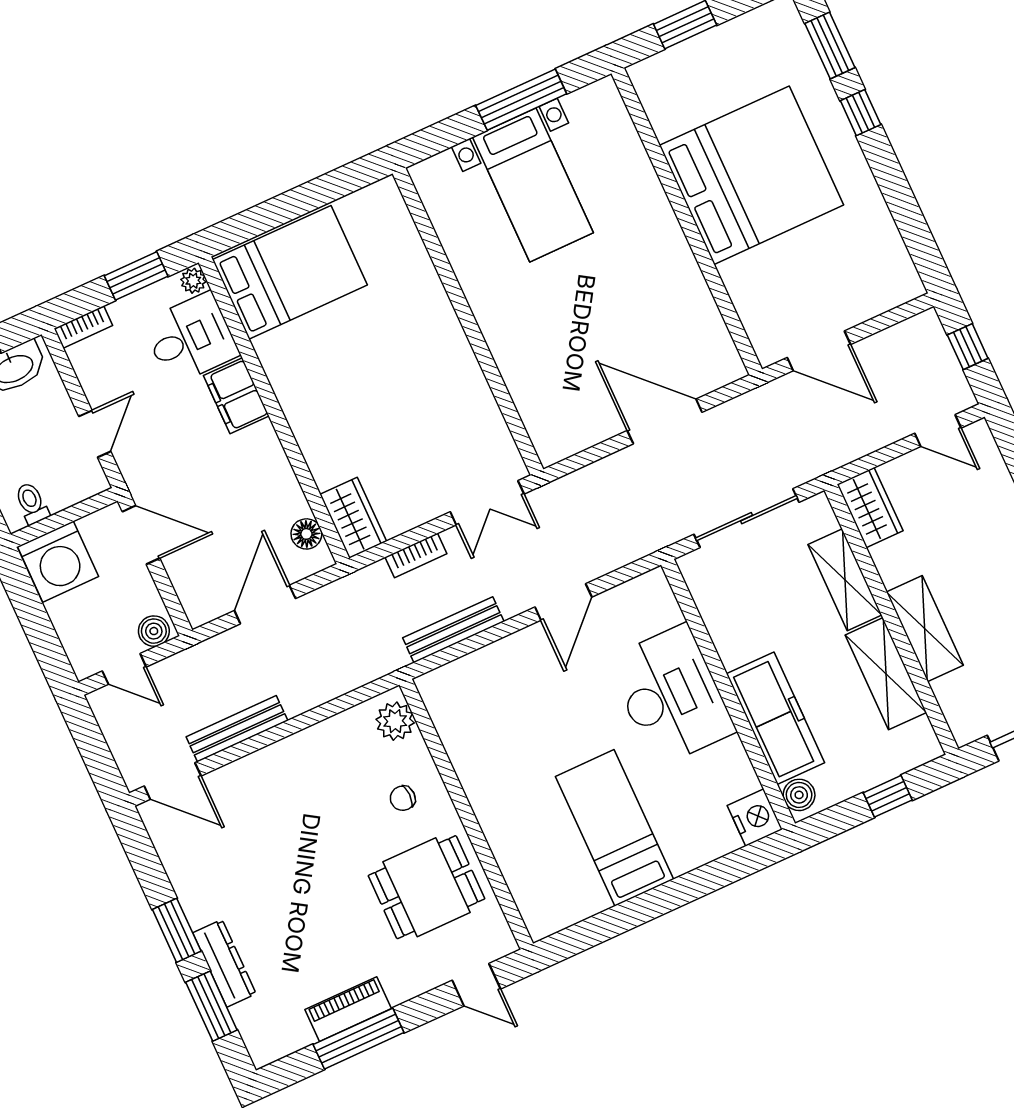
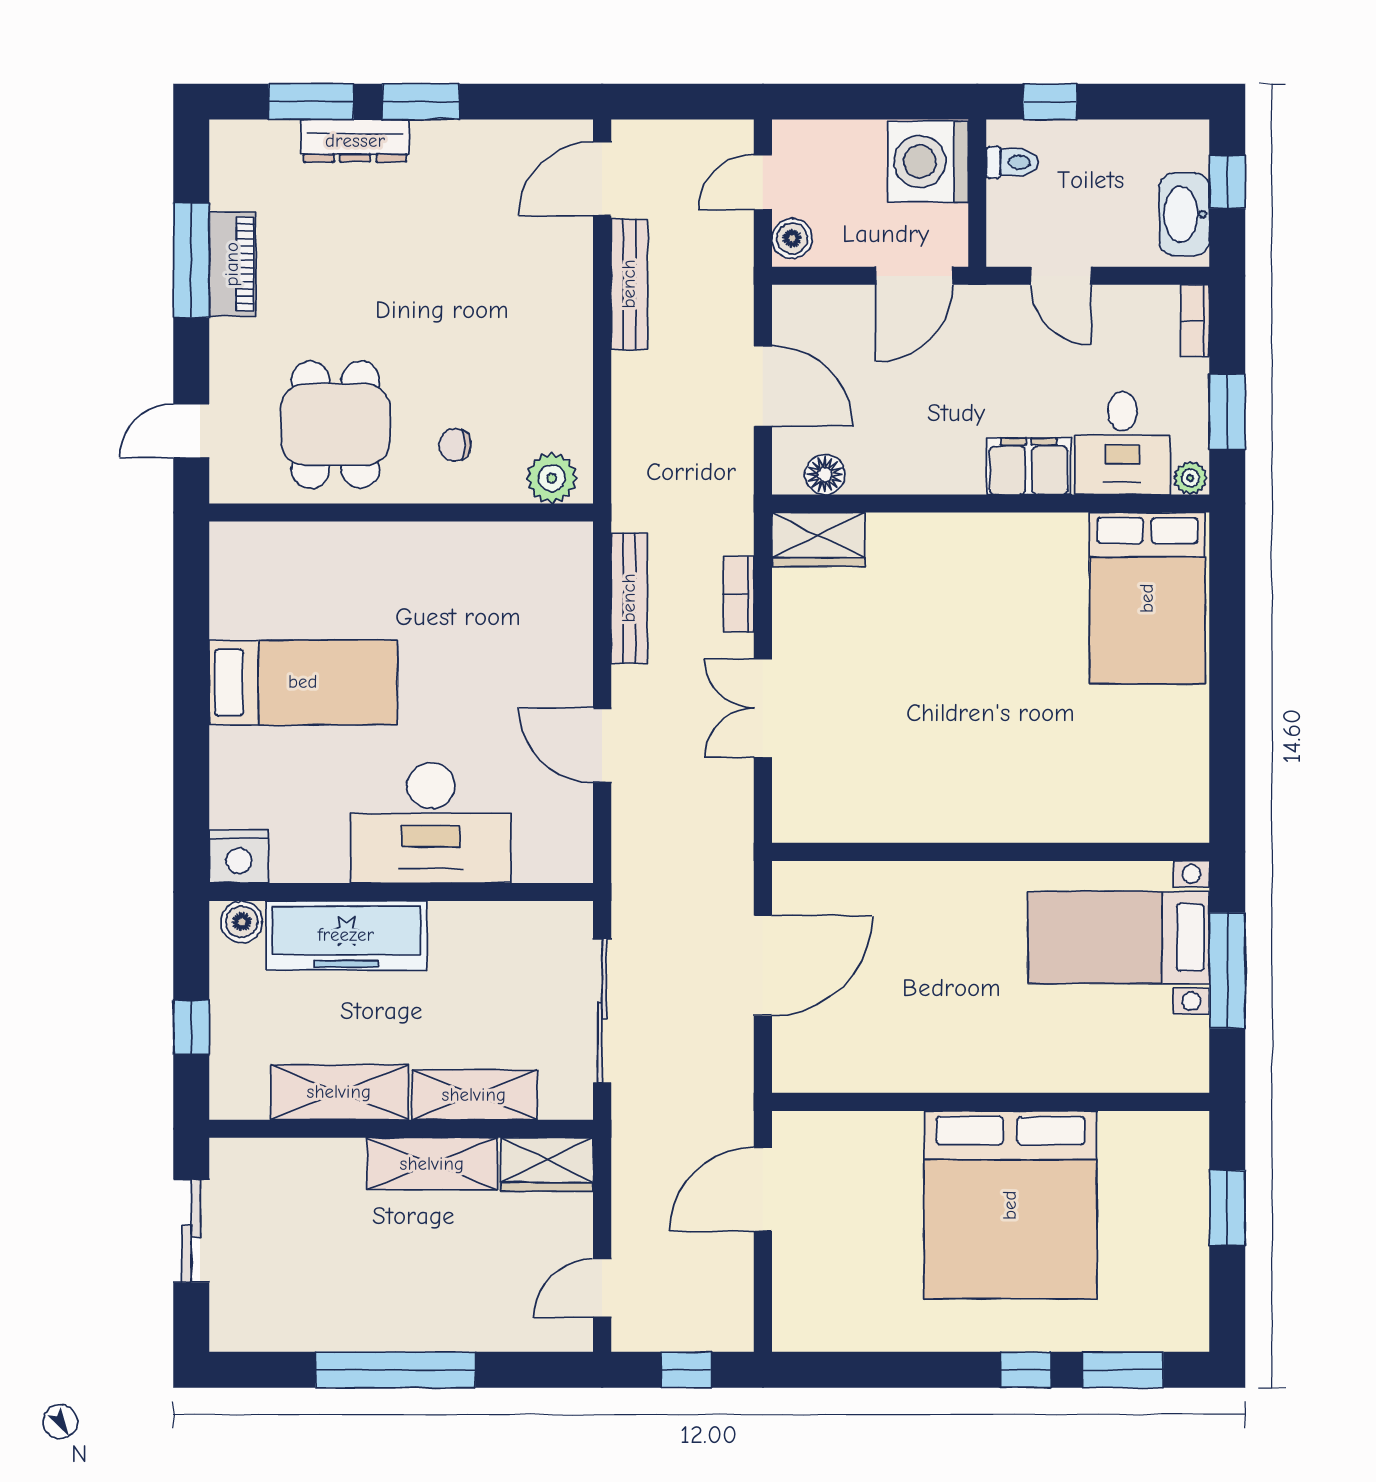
wall: (468, 321) -> (991, 852), moved
shelving: (925, 629) -> (432, 1164), moved
chair: (403, 798) -> (455, 445), turned -90

